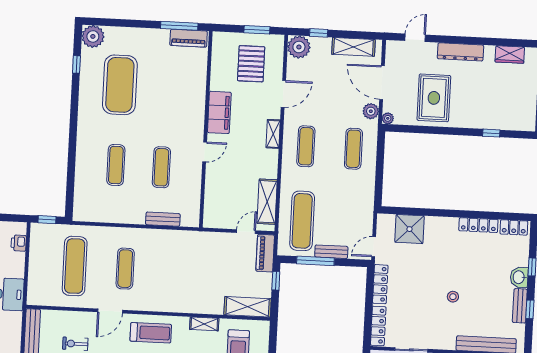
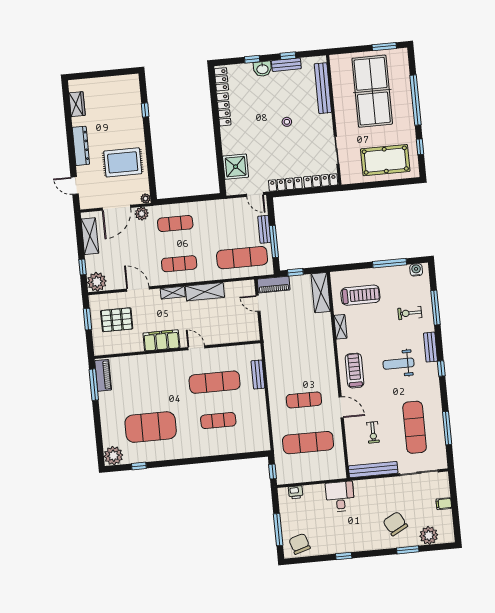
exercise mat: (161, 167) -> (215, 382), width x1.36, depth x1.45
shelving: (267, 202) -> (205, 292), moved

